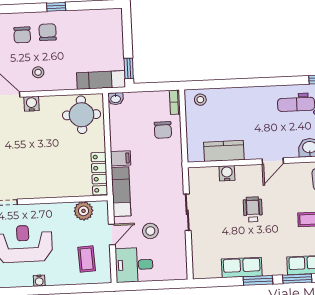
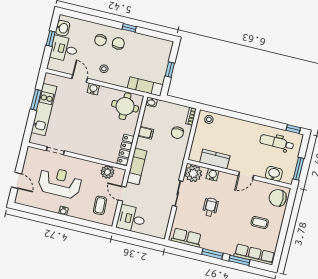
window: (129, 68) -> (170, 70), moved
filing cabinet: (121, 158) -> (146, 133), moved
plant: (200, 179) -> (193, 173), added
wheelchair: (253, 209) -> (210, 207), moved
stool: (150, 231) -> (149, 199), removed
door: (112, 234) -> (122, 194), swing flipped
row of seats: (242, 268) -> (186, 238), moved

